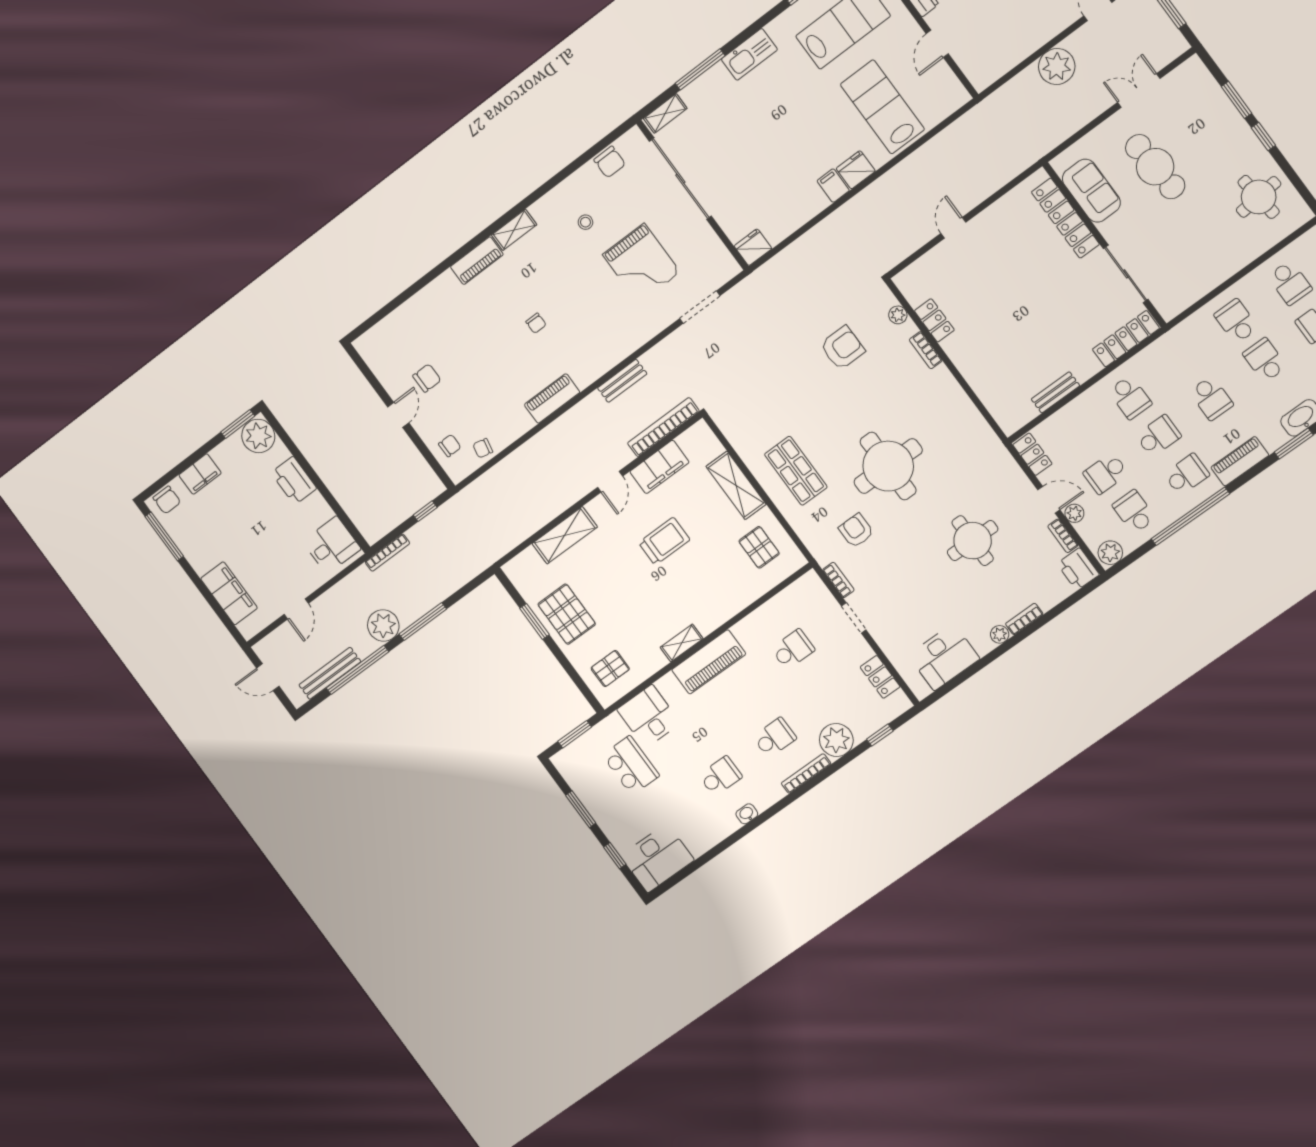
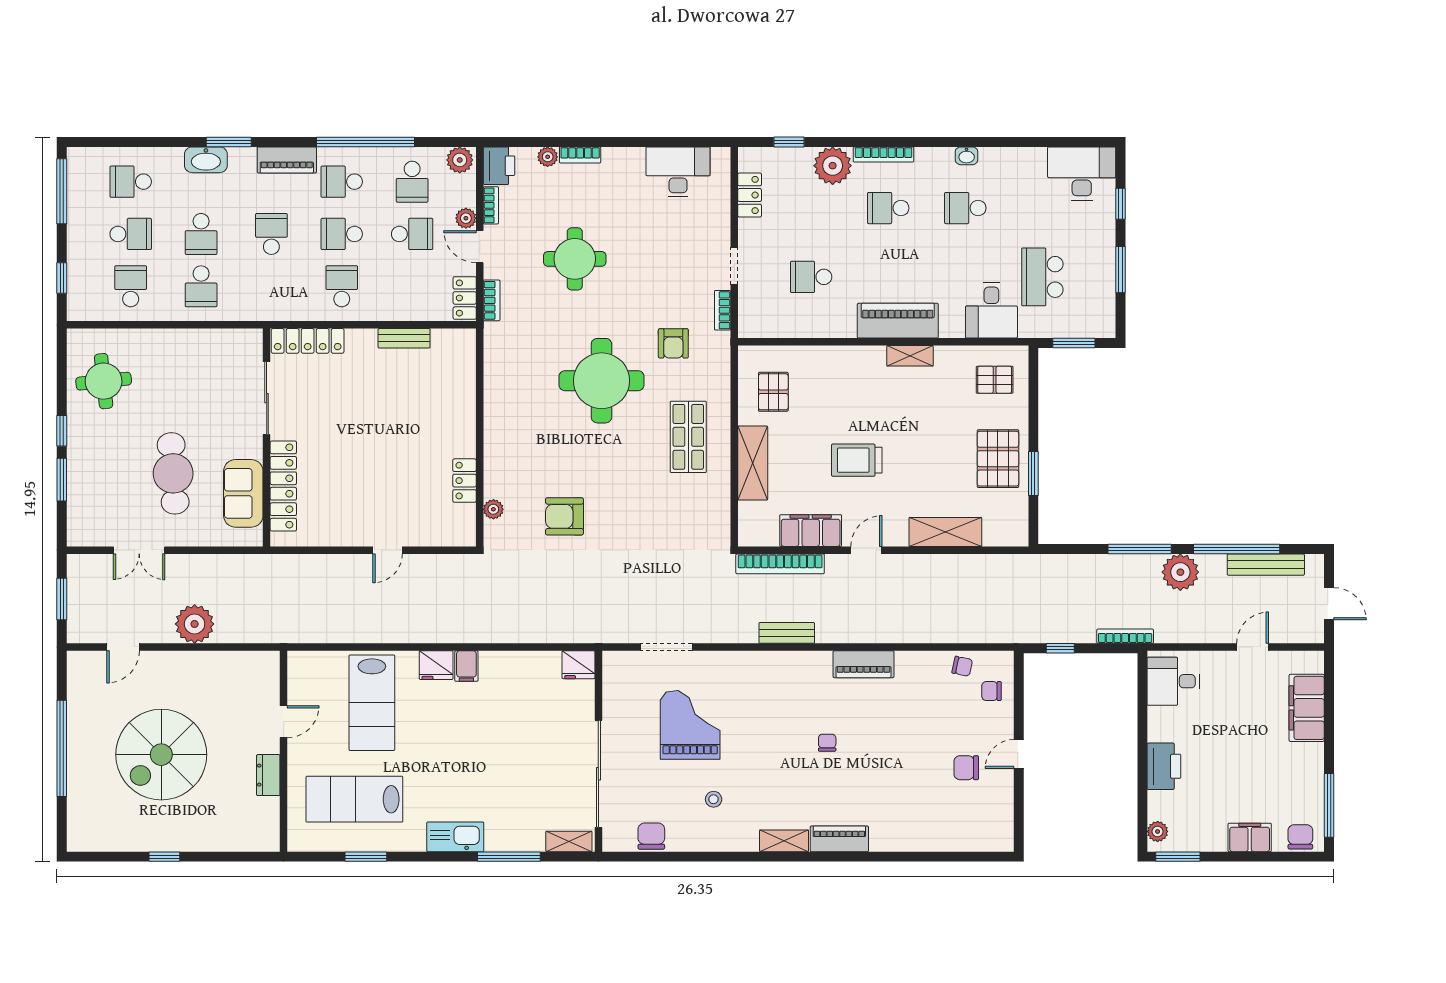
bookcase: (926, 350) -> (492, 300), moved
plant: (258, 436) -> (1158, 831), width x0.53, depth x0.53
plant: (1000, 634) -> (548, 157), moved

